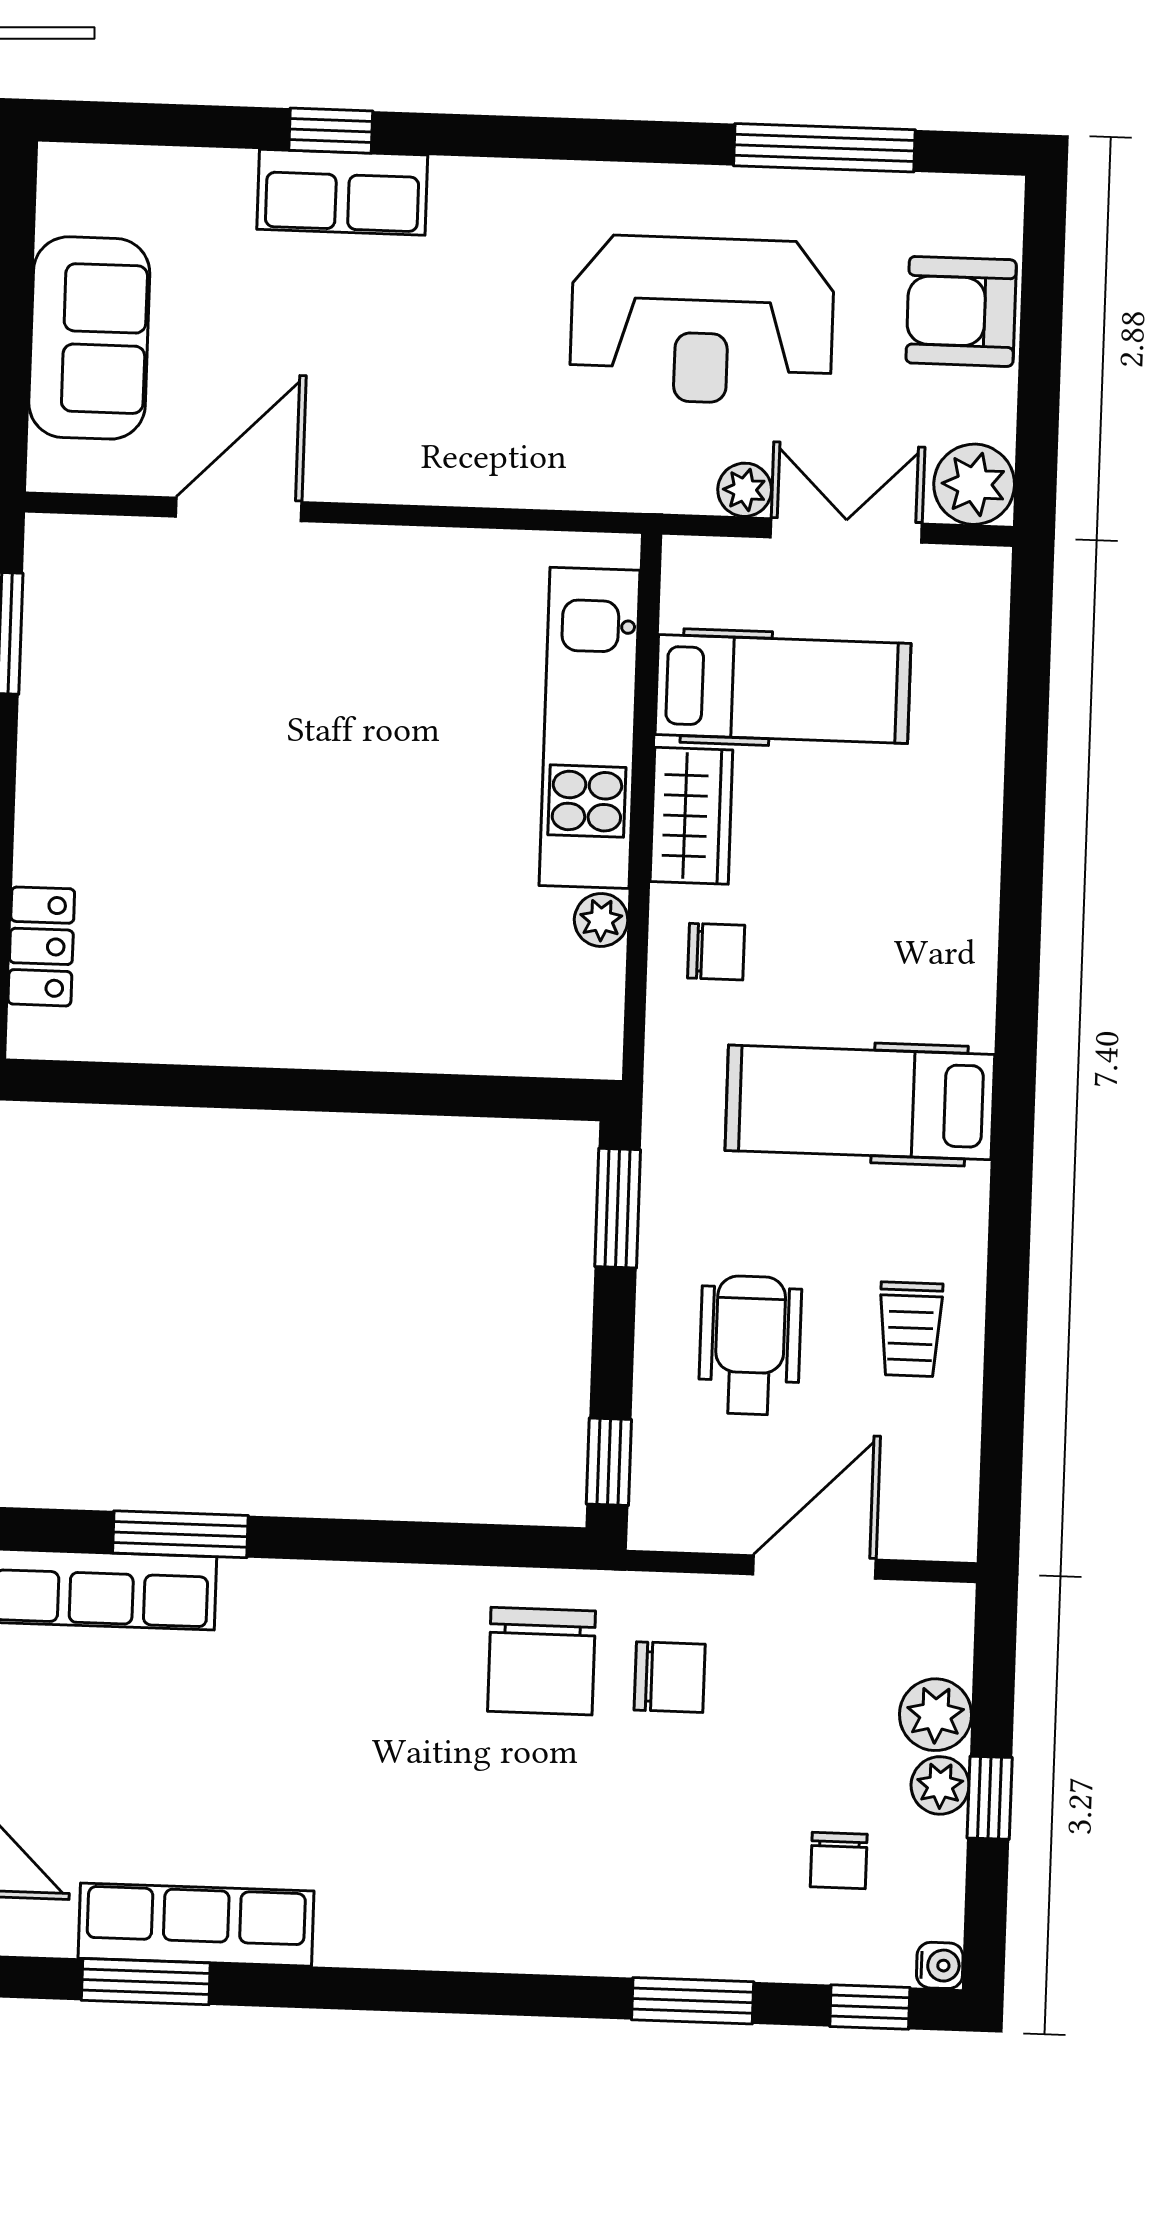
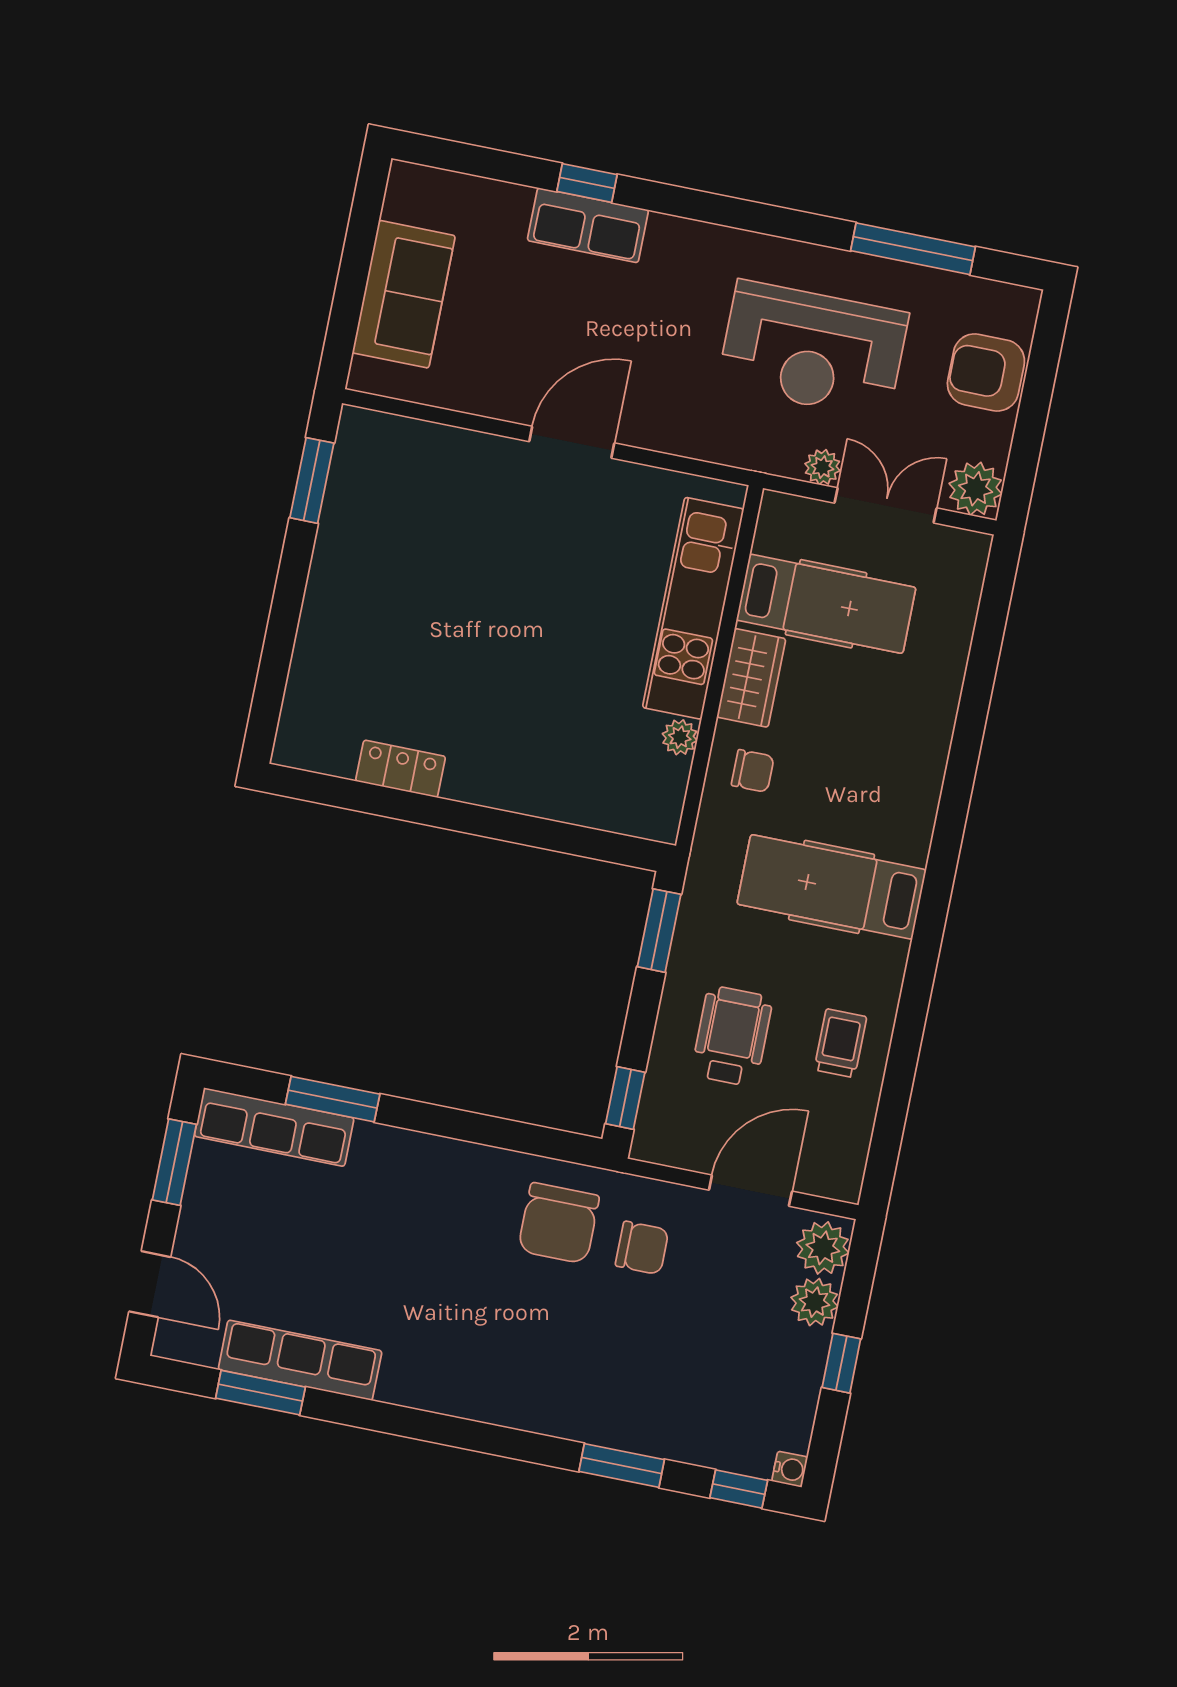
door: (239, 509) -> (572, 442), moved
locker: (41, 946) -> (401, 769), moved, turned -90
trolley: (911, 1329) -> (840, 1043), turned 180
plant: (940, 1785) -> (823, 1248), moved, width x1.38, depth x1.38
chair: (839, 1861) -> (734, 1388), removed

